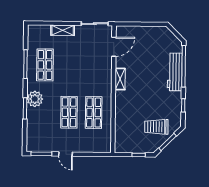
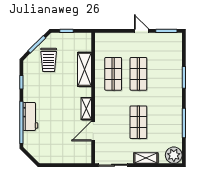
door: (114, 47) -> (93, 131), moved
shop shelf: (45, 65) -> (138, 122), moved
workbench: (175, 72) -> (30, 116), width x0.73
plant: (35, 99) -> (174, 155), moved
shelving: (122, 117) -> (84, 69), added
trolley: (156, 127) -> (49, 60), turned 90

